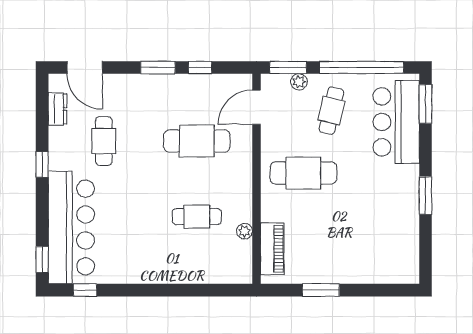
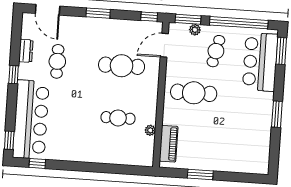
window: (200, 67) -> (149, 17), moved
dresser: (58, 109) -> (26, 51), moved

